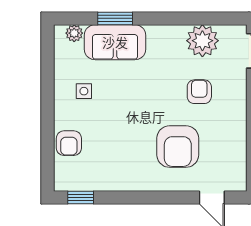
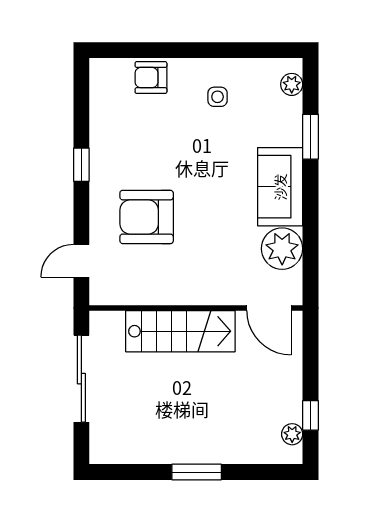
sofa: (115, 42) -> (280, 187), moved
armchair: (199, 92) -> (217, 244), removed
window: (81, 197) -> (81, 165), moved

